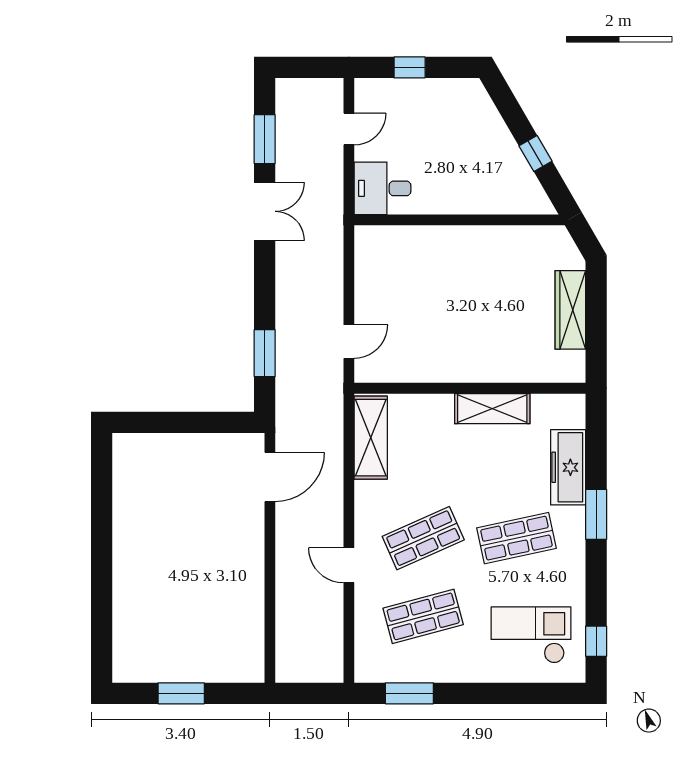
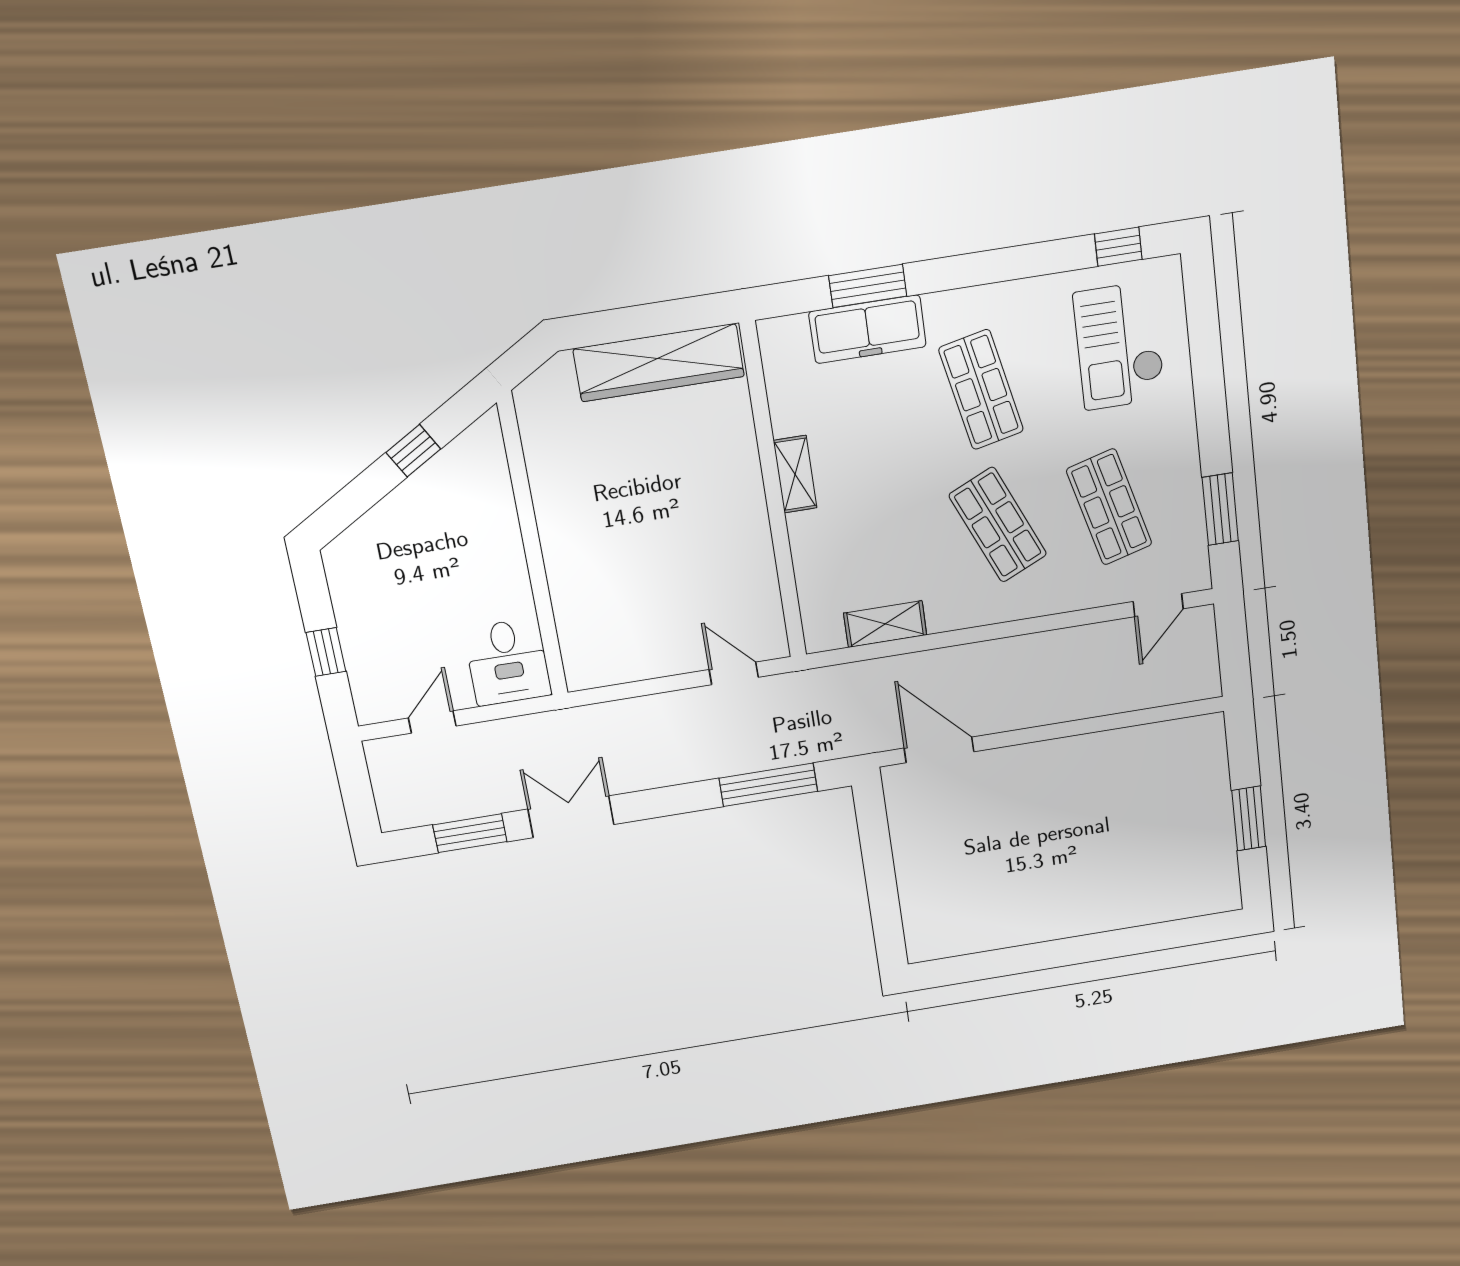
door: (349, 129) -> (432, 722), hinge flipped
wardrobe: (570, 310) -> (659, 363), width x1.40, depth x1.17
window: (265, 353) -> (768, 785), width x1.44
shelving: (492, 409) -> (795, 474), width x0.67, depth x0.75
shelving: (371, 438) -> (885, 624), width x0.67, depth x0.75
window: (596, 514) -> (868, 286), moved
door: (349, 565) -> (1158, 605), moved

